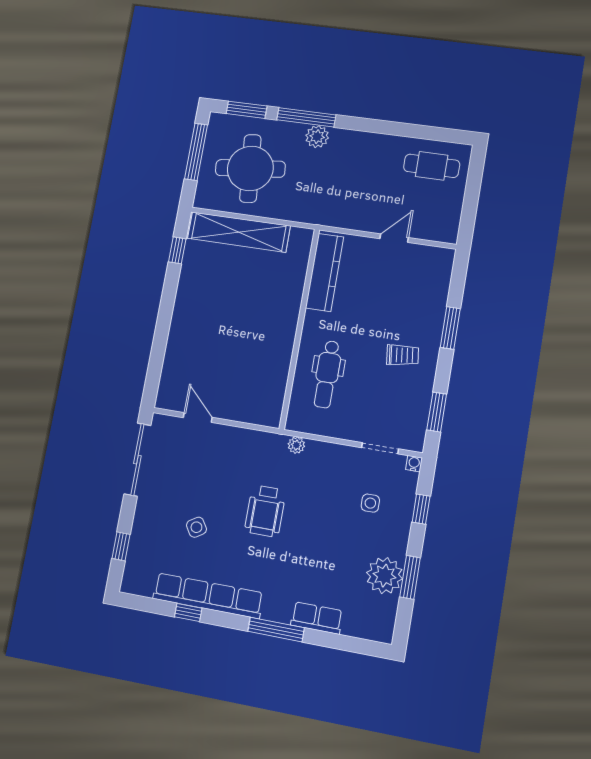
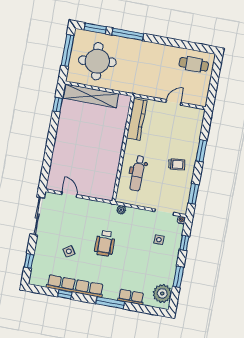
plant: (317, 137) -> (133, 45), removed
plant: (385, 576) -> (162, 293), moved

